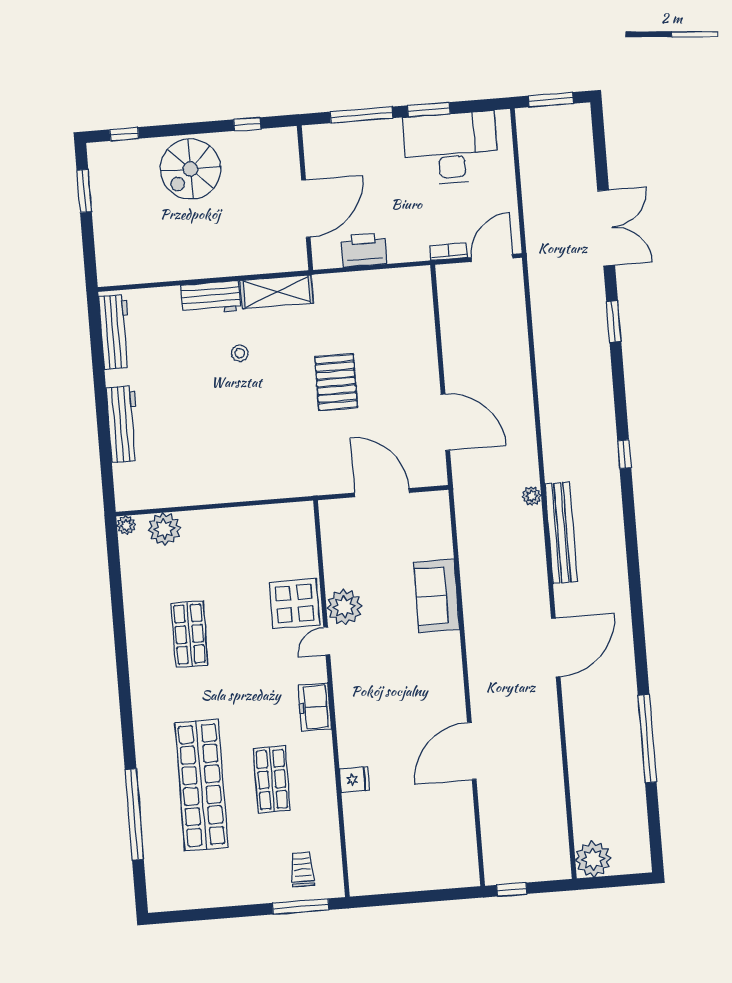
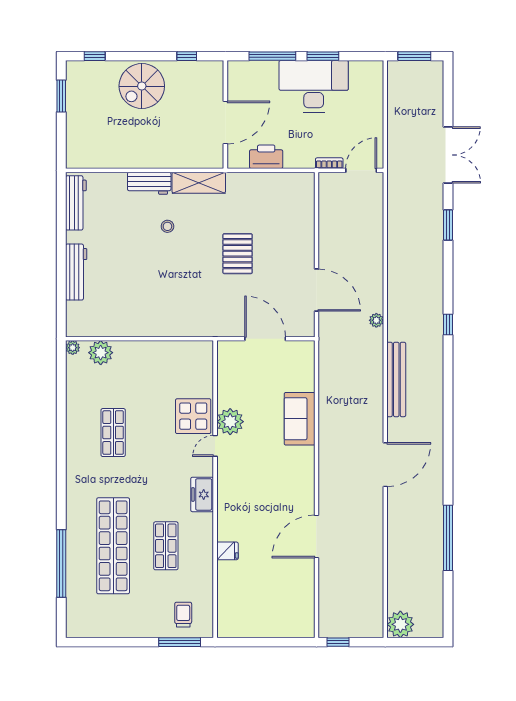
desk: (451, 148) -> (314, 86), moved
plant: (532, 496) -> (376, 320), moved

